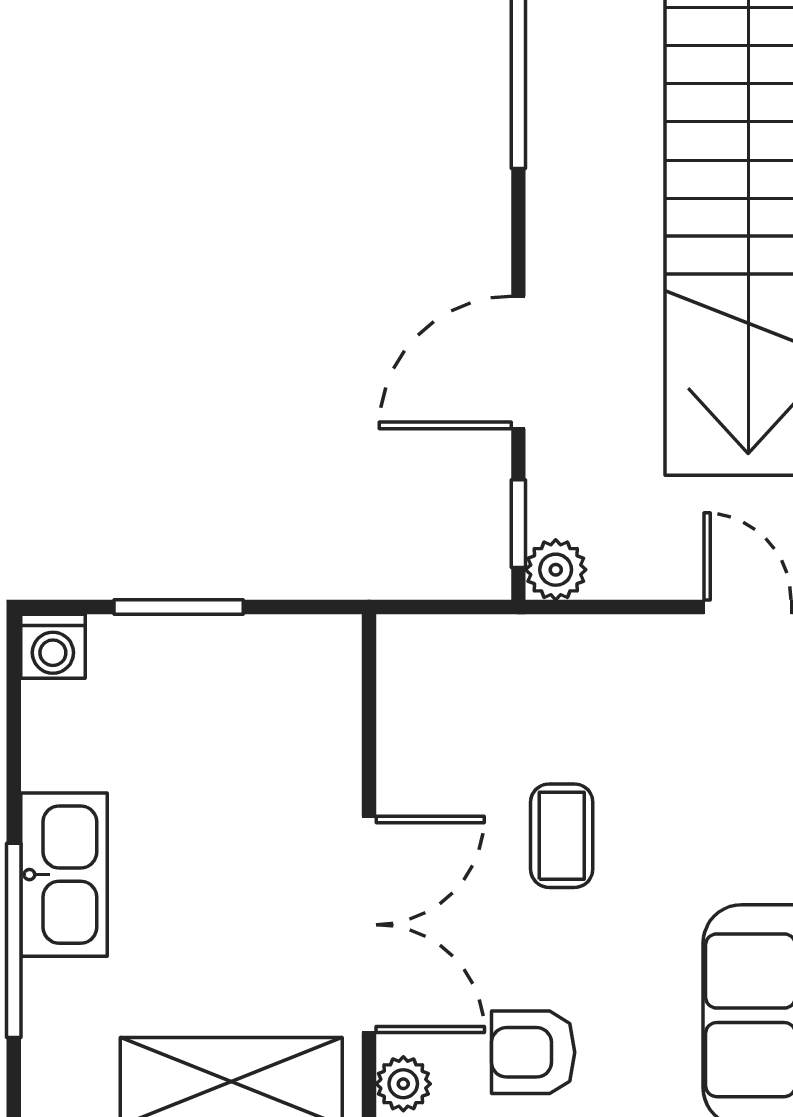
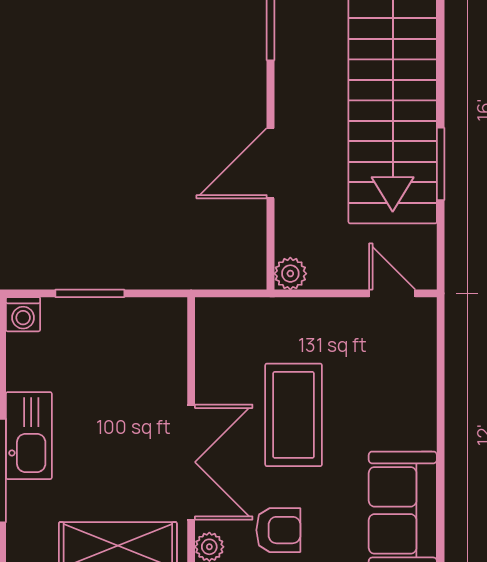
window: (518, 524) -> (271, 249), removed
coffee table: (562, 836) -> (294, 415), width x1.86, depth x1.72
armchair: (533, 1052) -> (278, 530), turned 180

